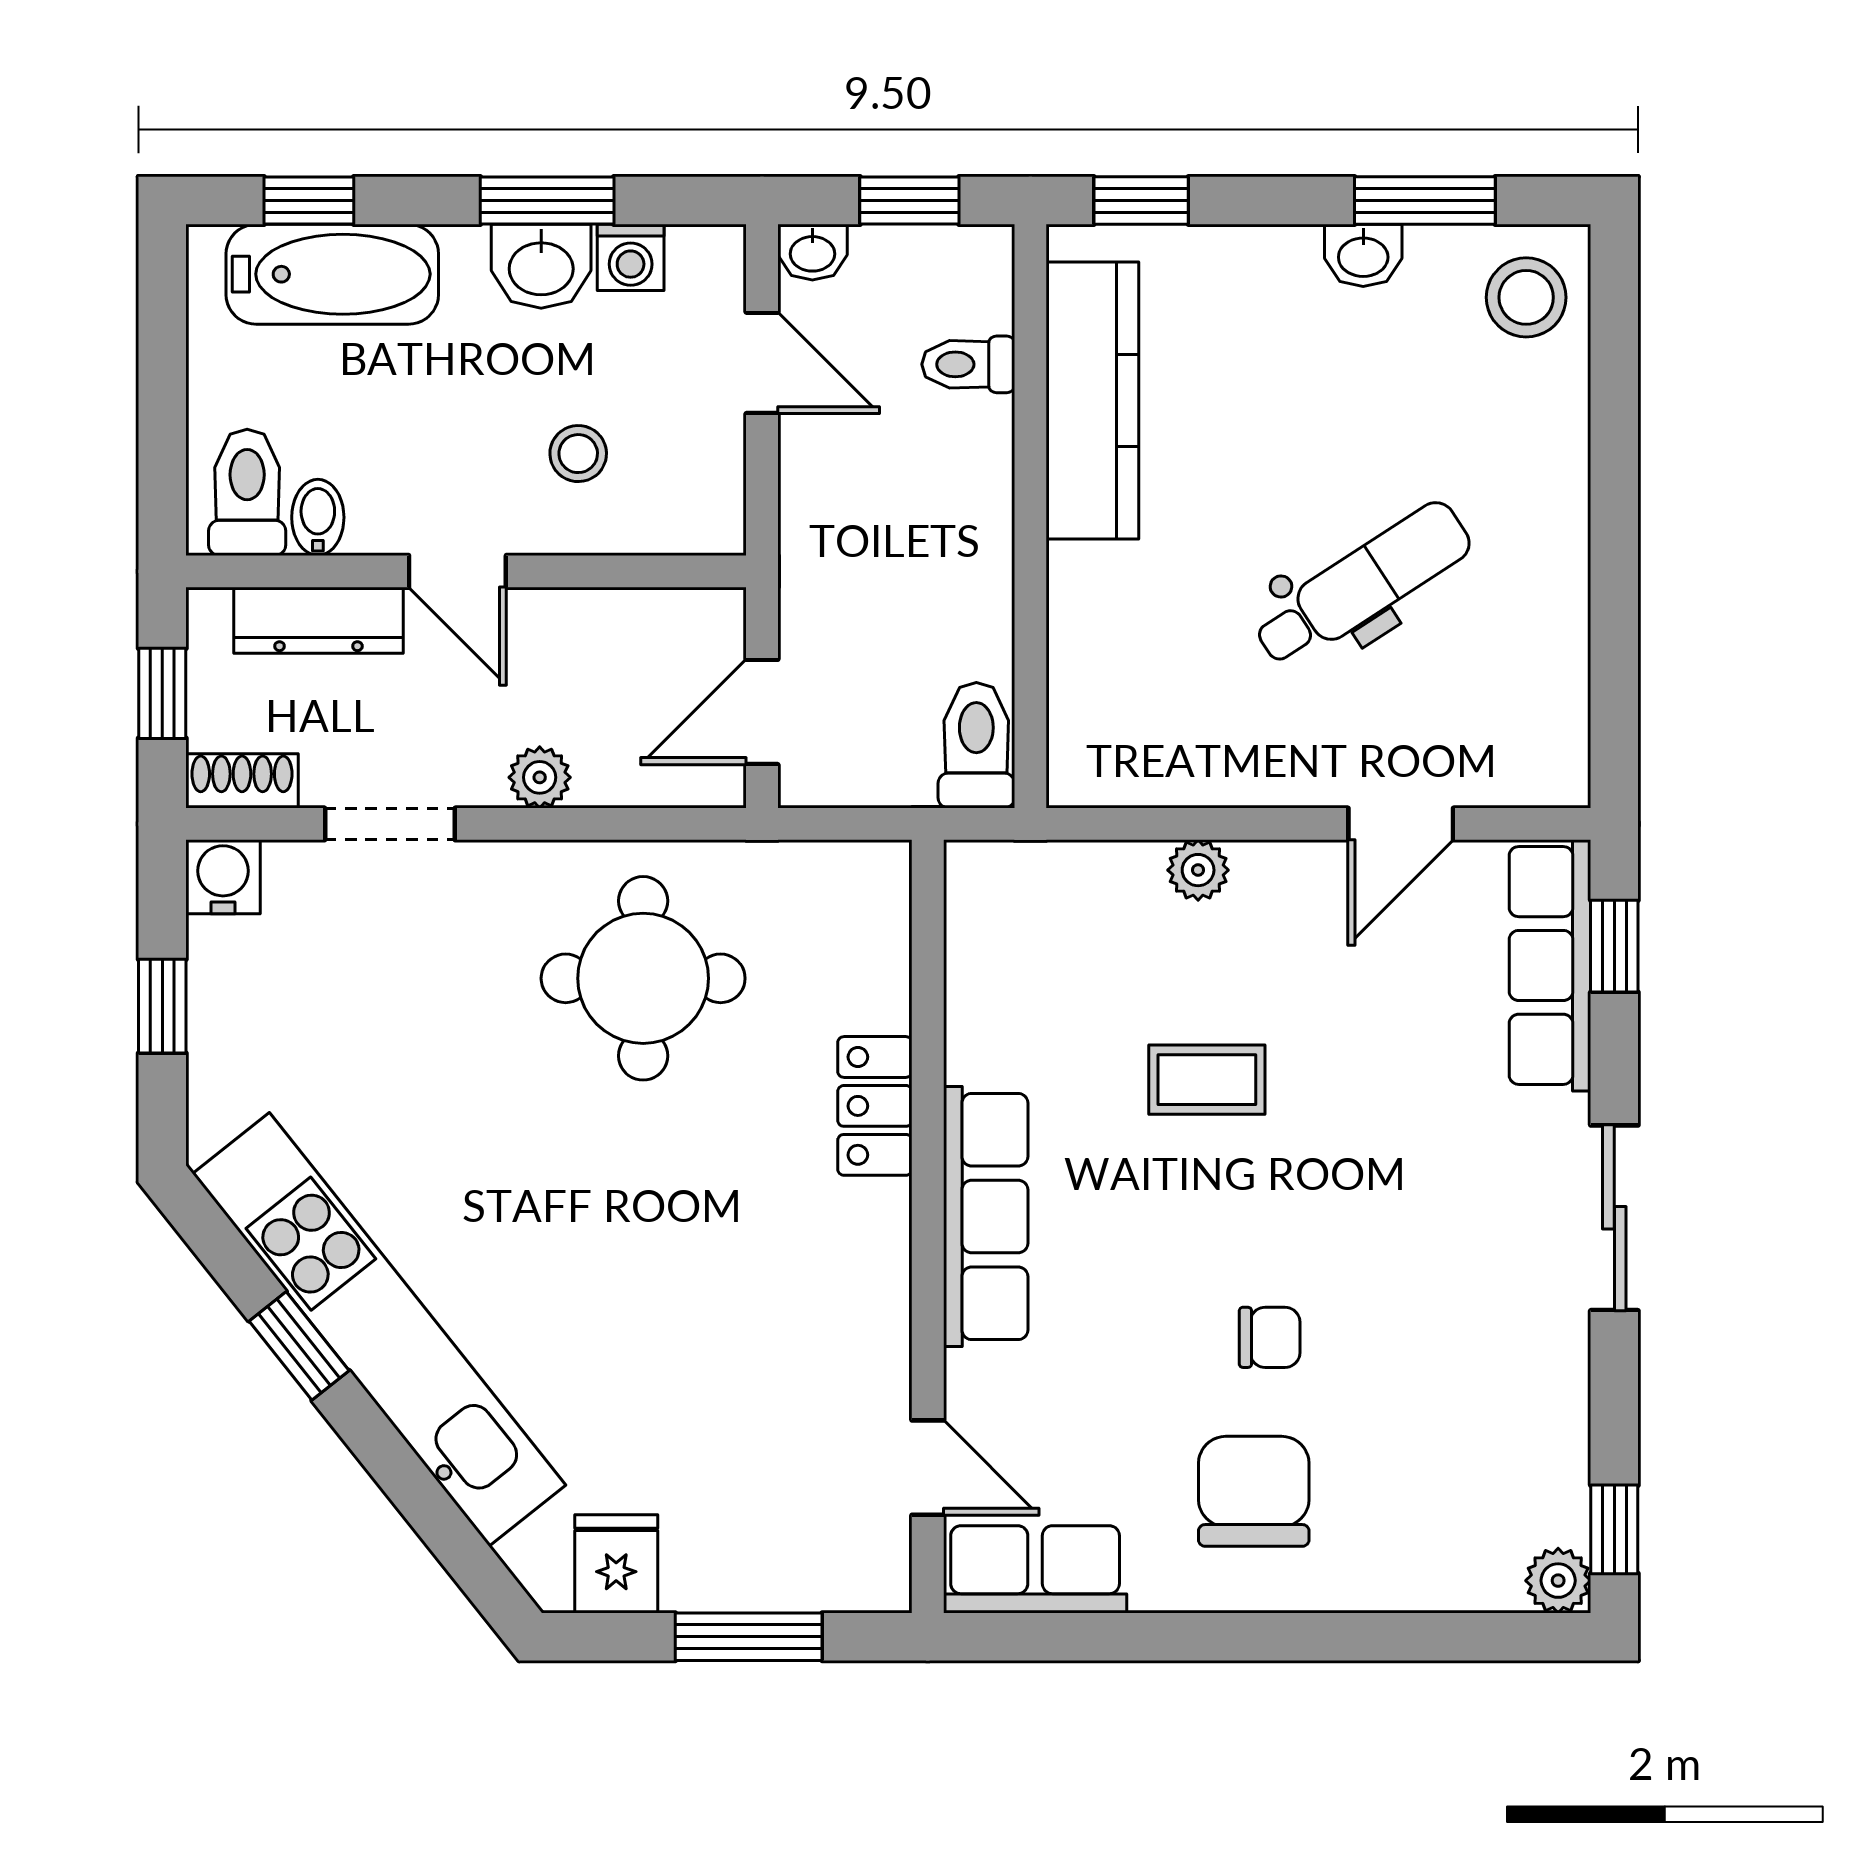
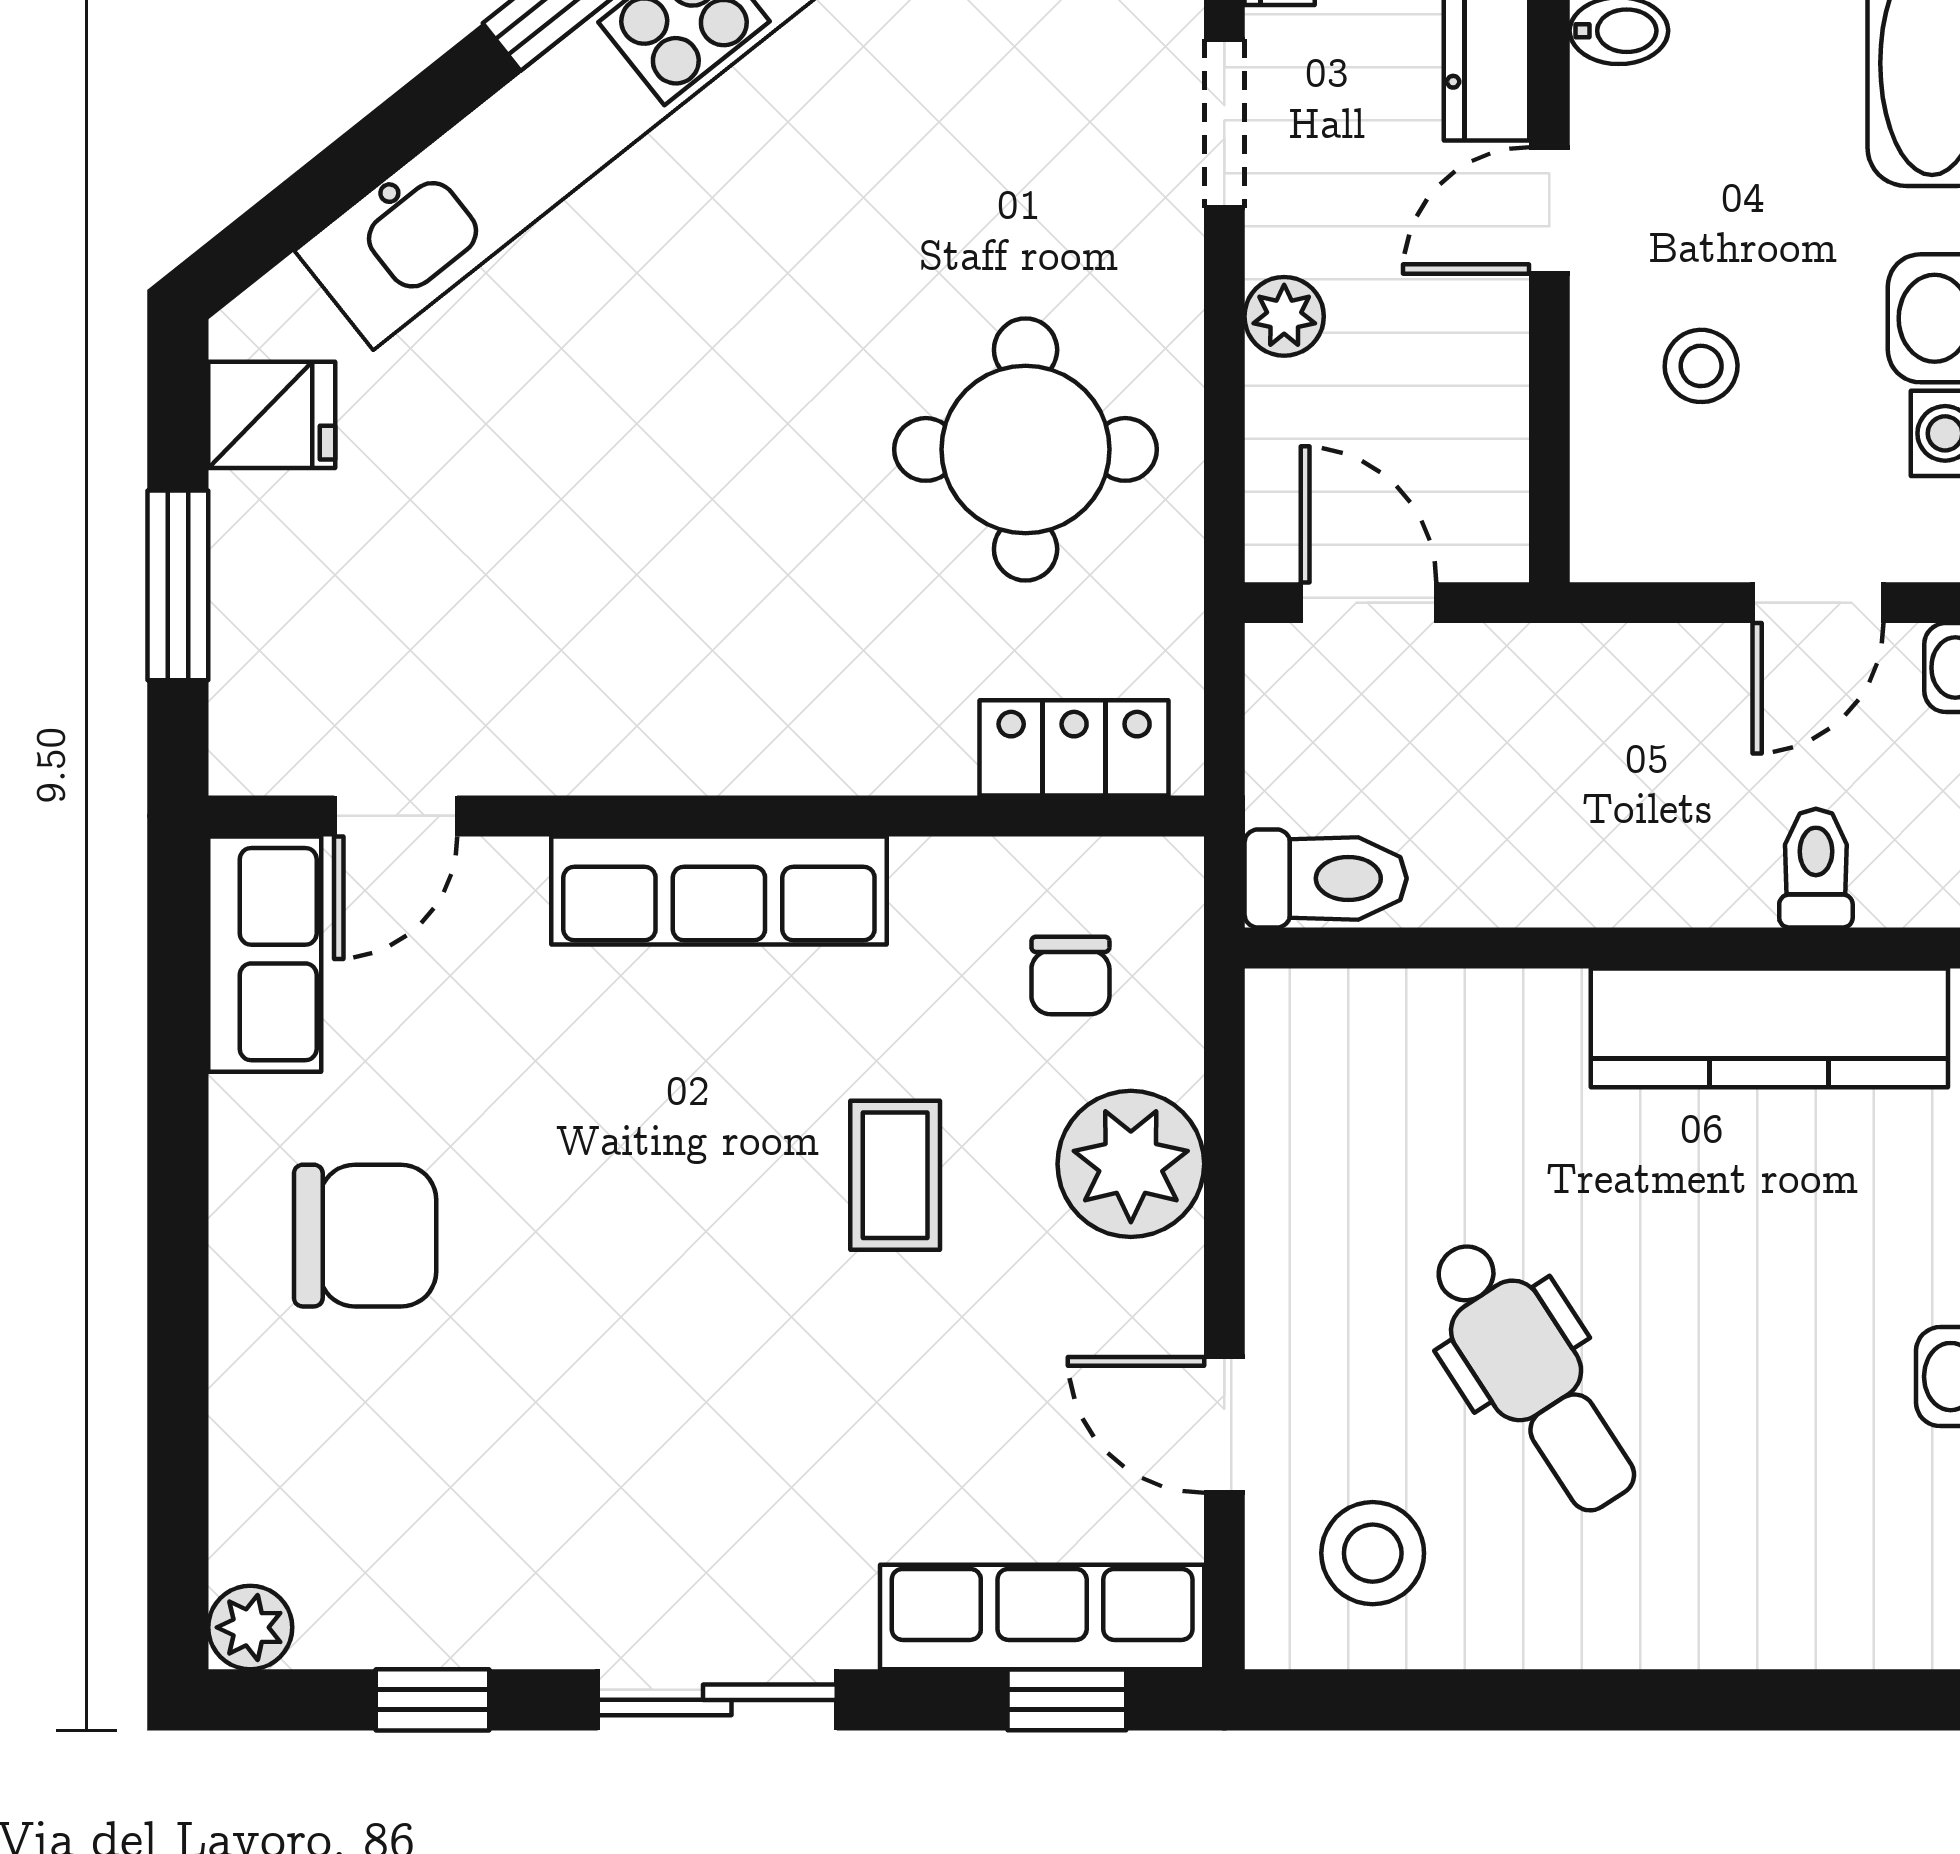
stool: (1526, 297) -> (1373, 1553), moved
plant: (1198, 870) -> (1131, 1164), width x1.88, depth x1.88
locker: (875, 1106) -> (1074, 748), moved
chair: (1270, 1337) -> (1070, 975), moved
window: (1614, 1529) -> (432, 1700), moved

